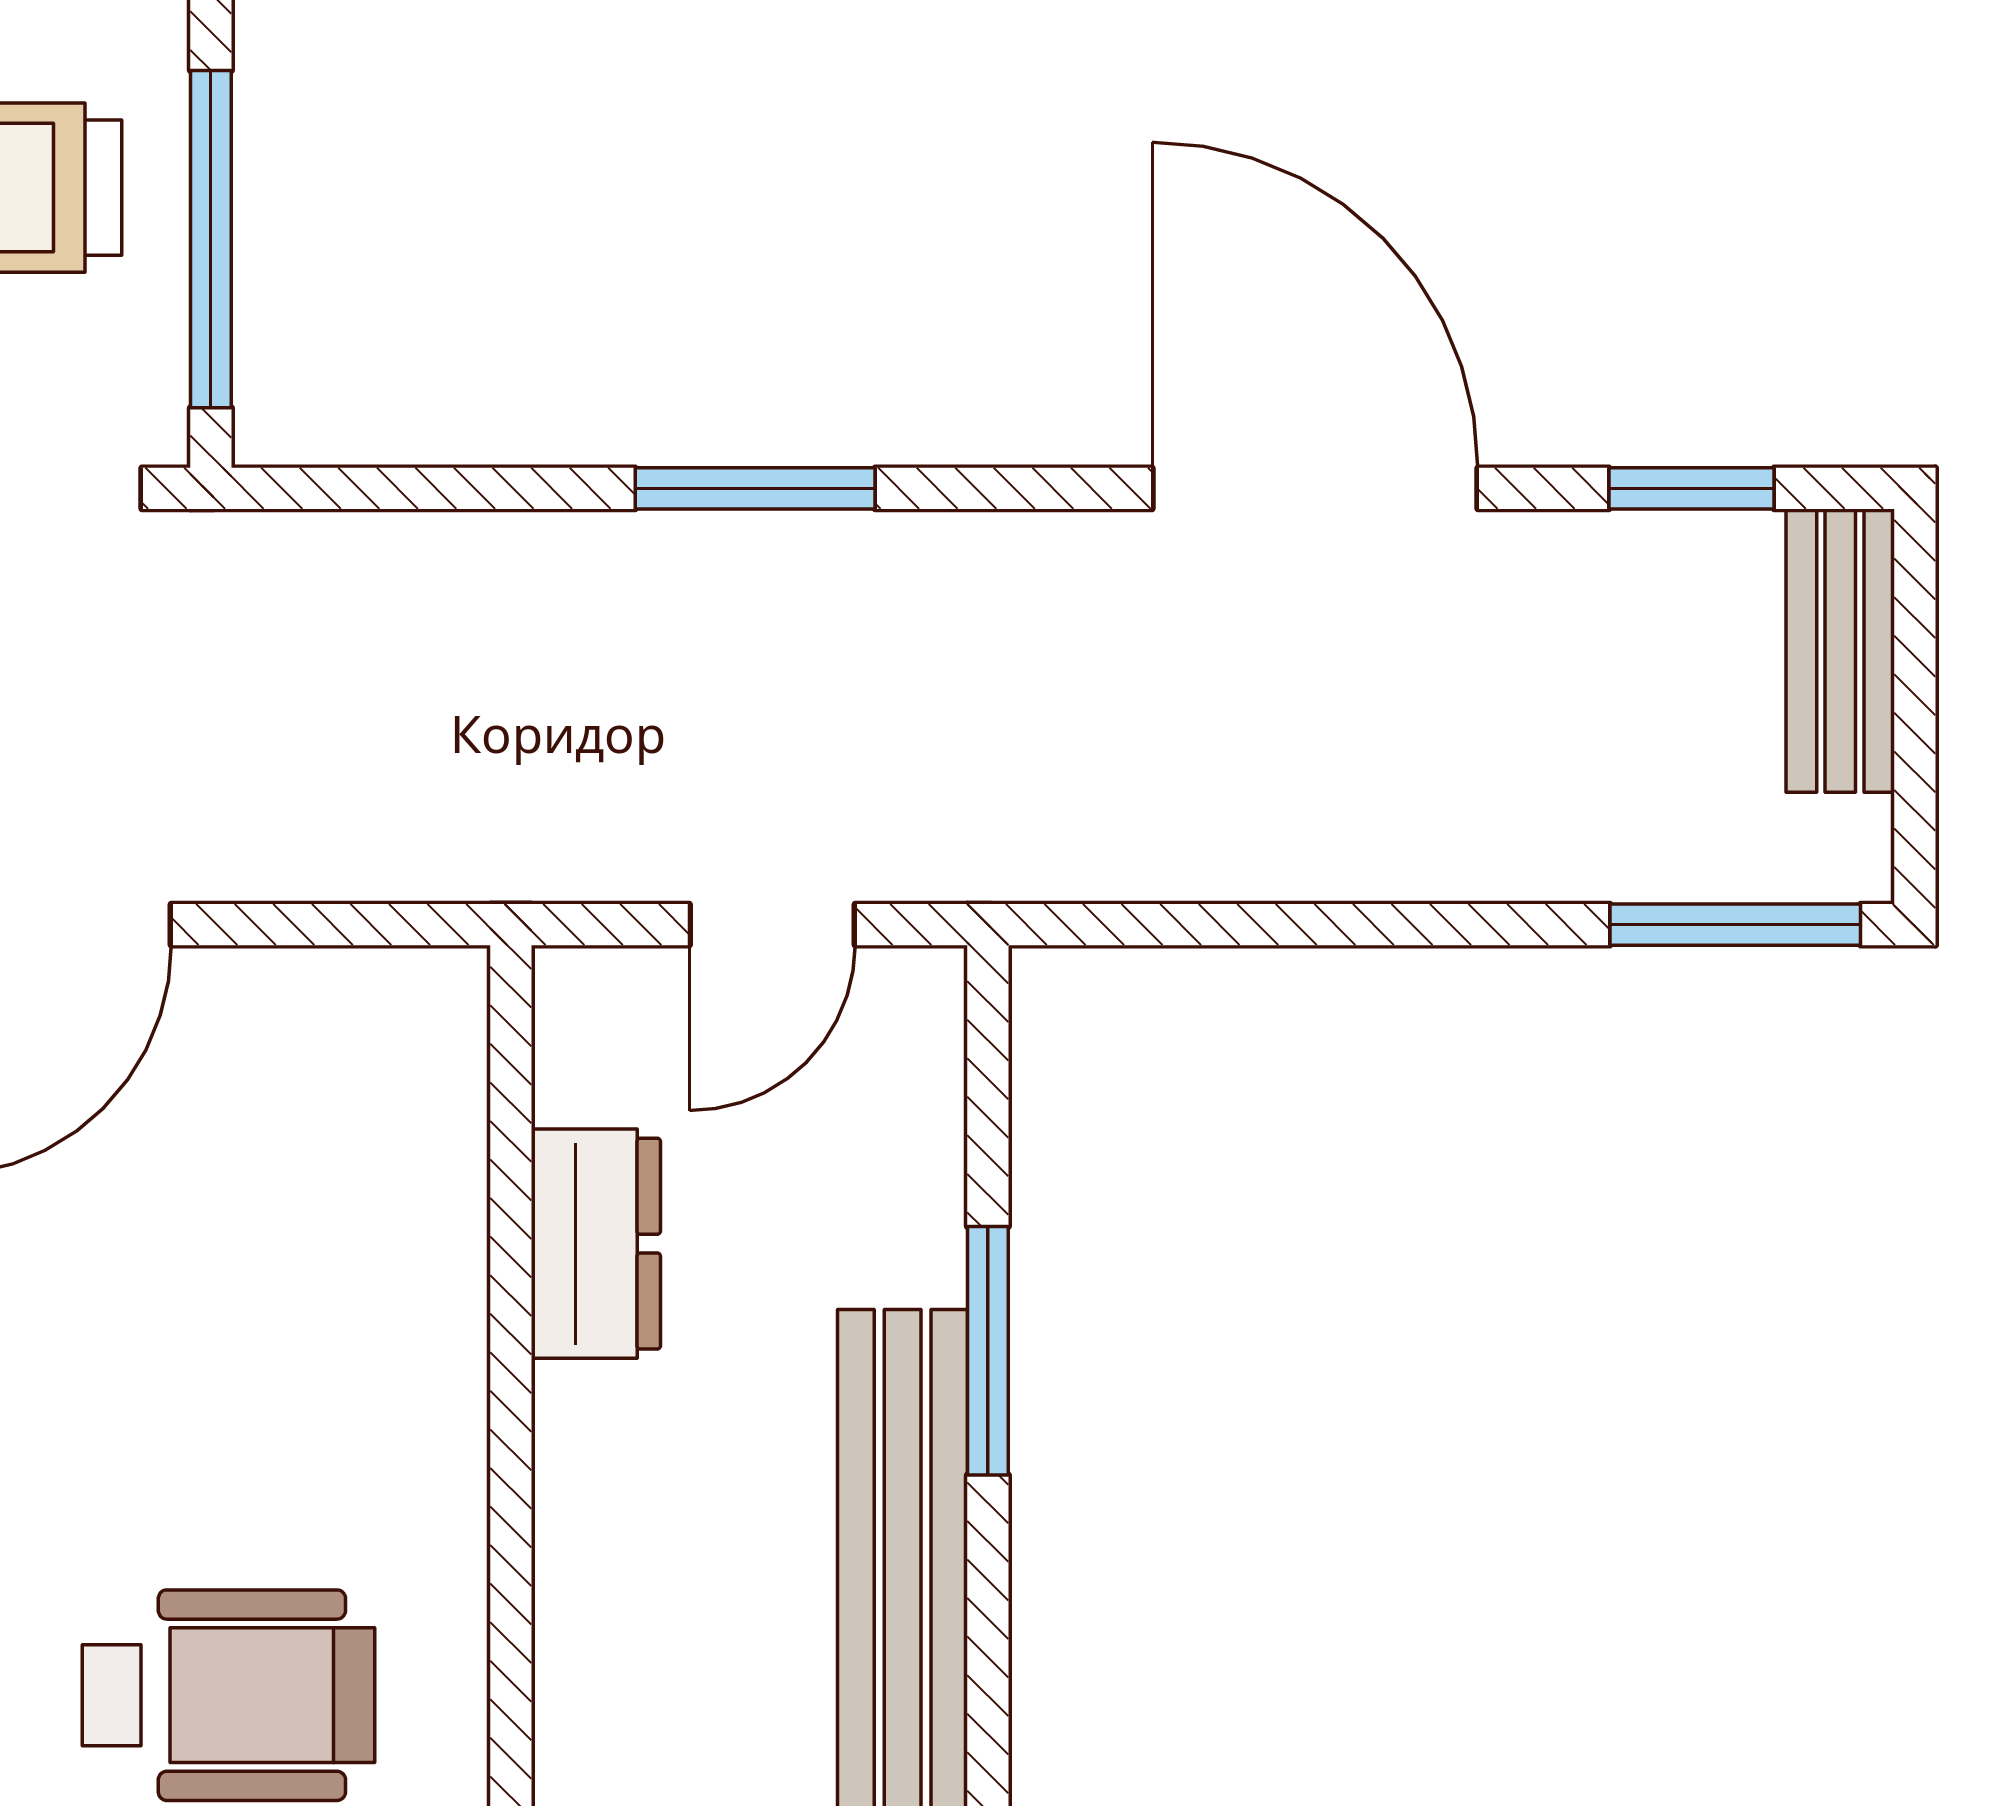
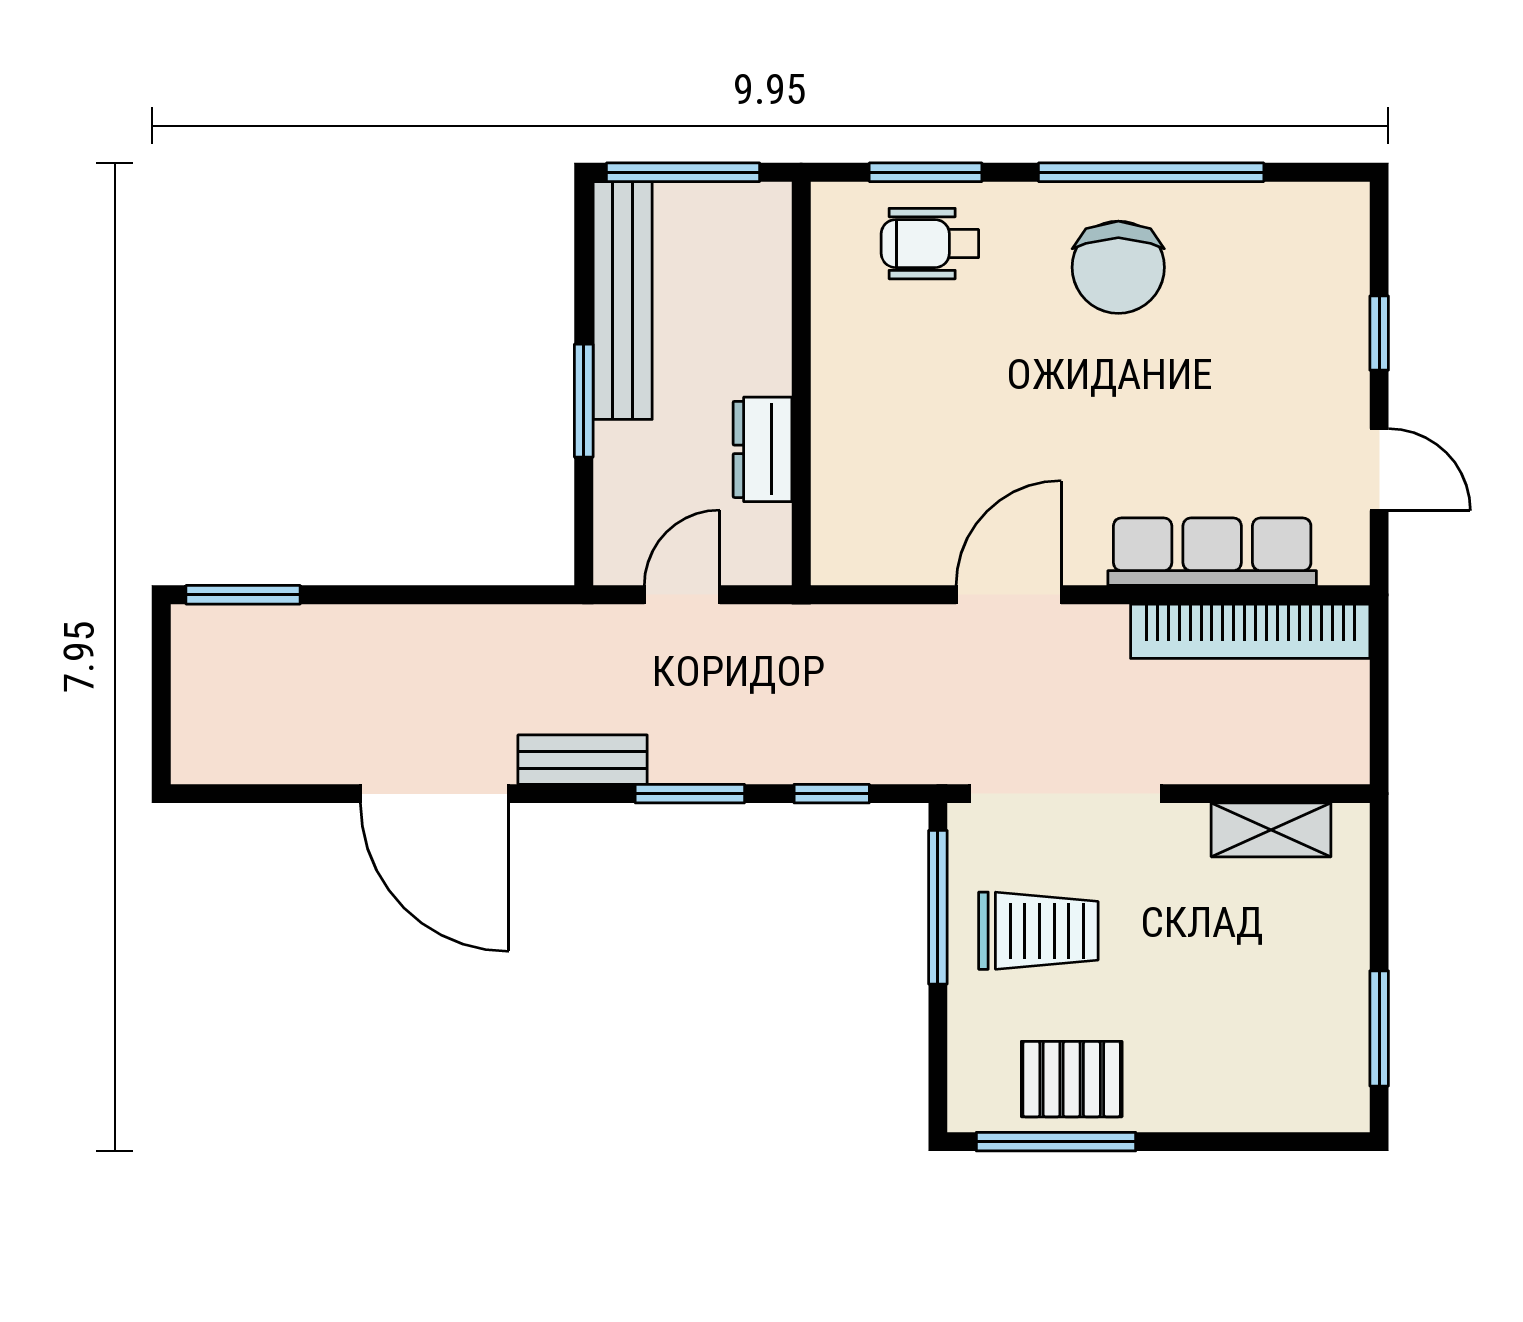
window: (1692, 488) -> (832, 794), moved
bench: (1840, 651) -> (583, 760), moved, turned 90
wheelchair: (228, 1695) -> (930, 244), width x0.73, depth x0.73

